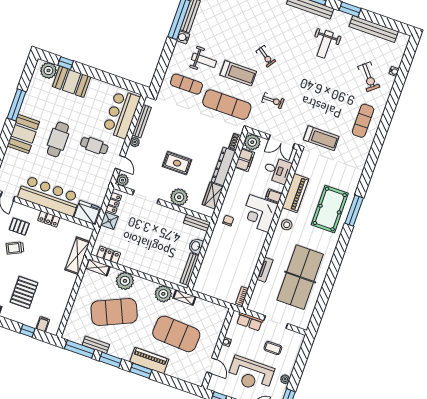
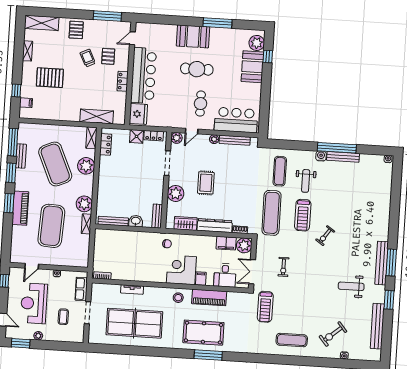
exercise bike: (273, 101) -> (283, 267), moved

